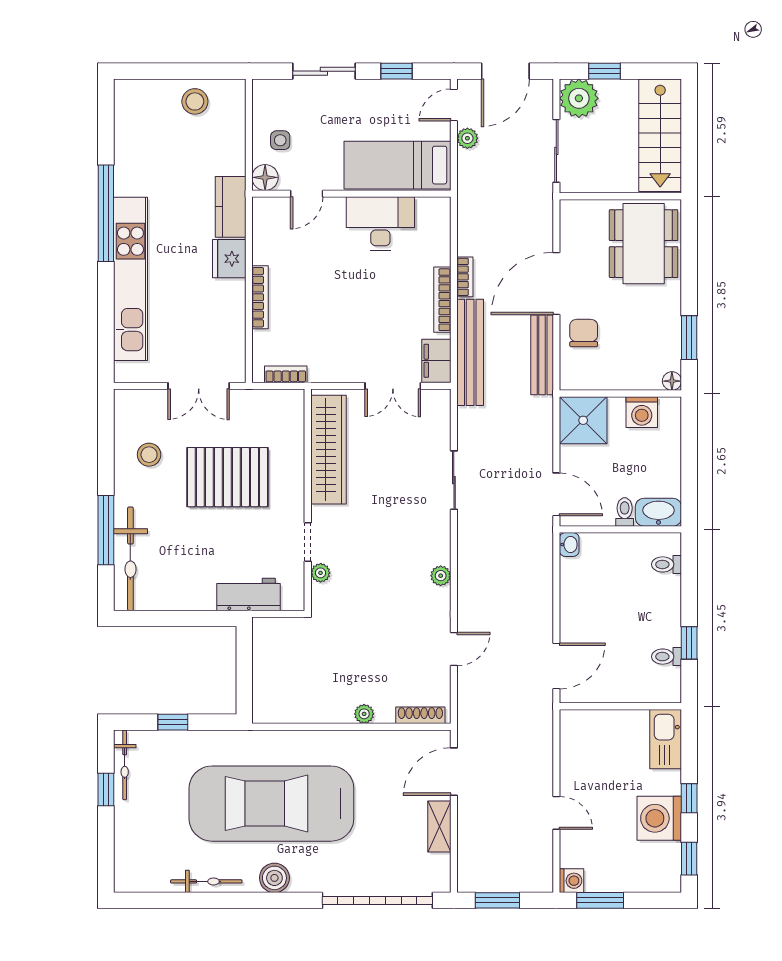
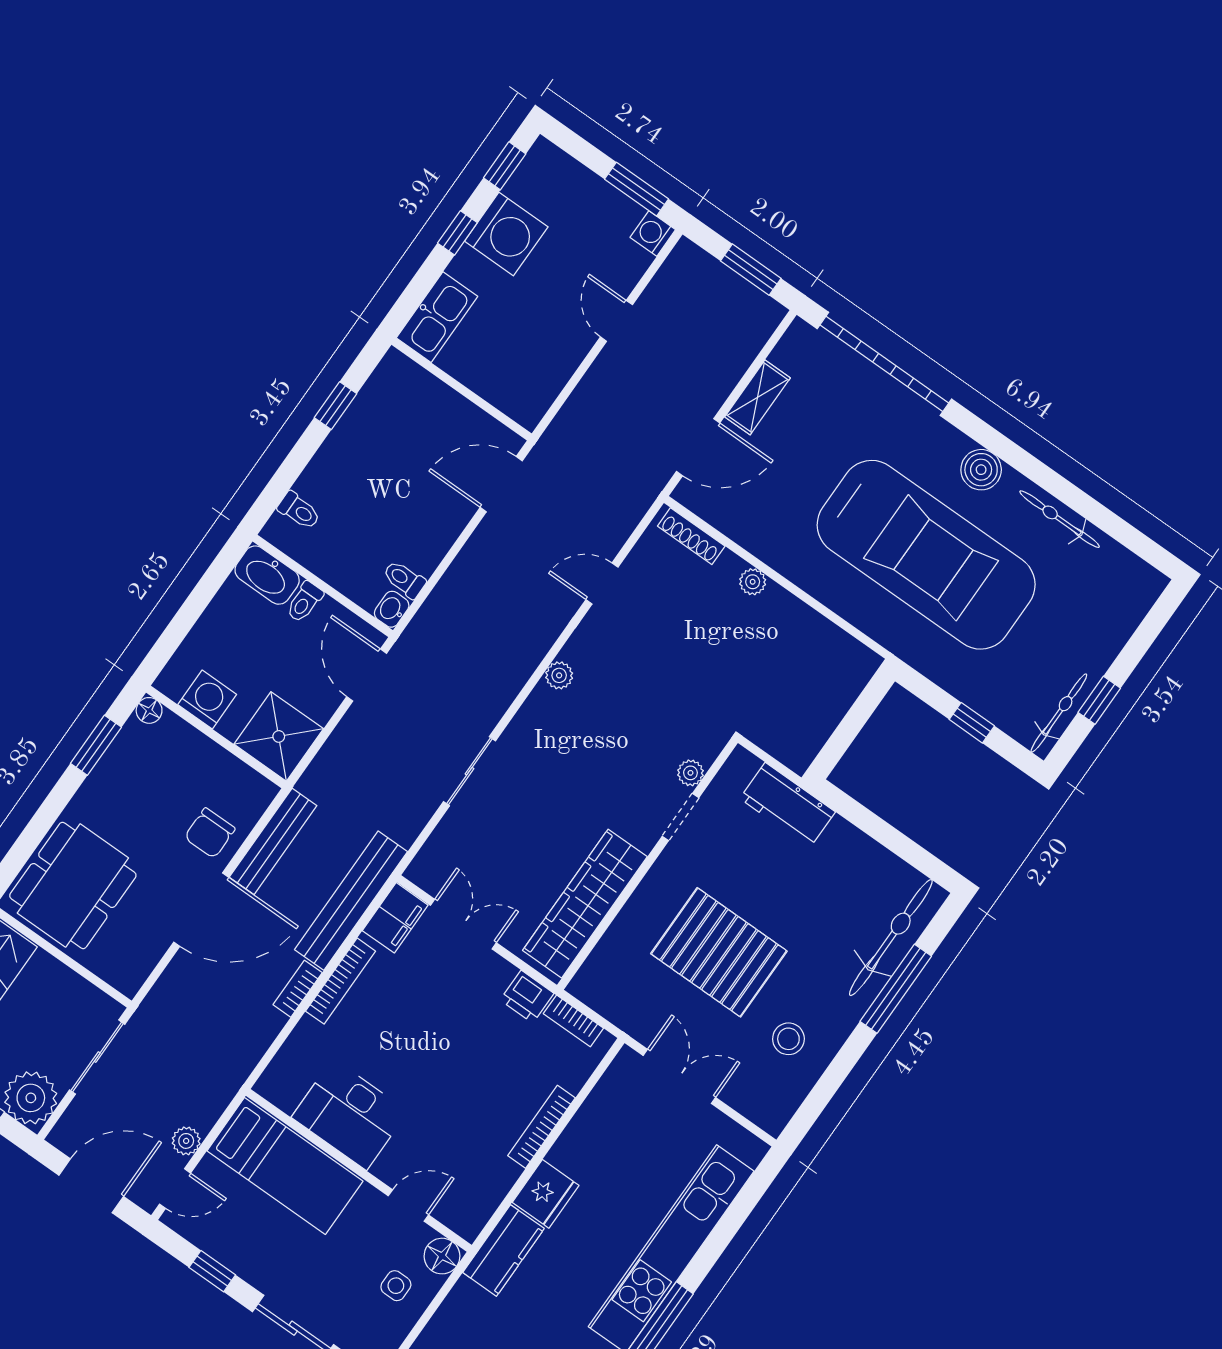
printer: (324, 369) -> (527, 997), added
toilet: (667, 657) -> (404, 579), moved, turned 180

